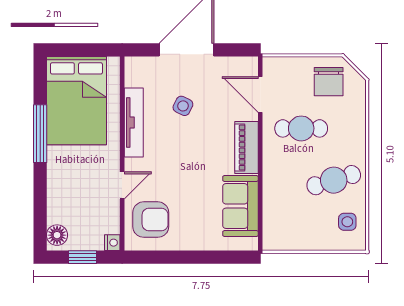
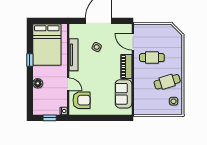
chair: (329, 82) -> (165, 36), removed
window: (40, 134) -> (30, 60), width x0.46
door: (122, 185) -> (68, 84), hinge flipped
floor lamp: (57, 235) -> (38, 83), moved

